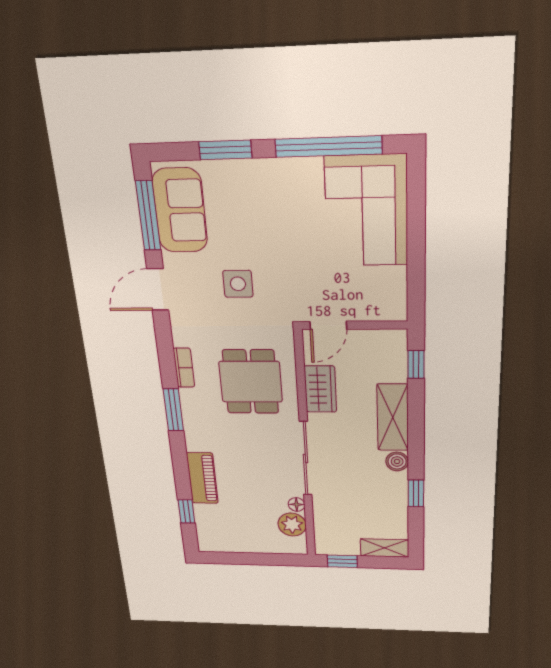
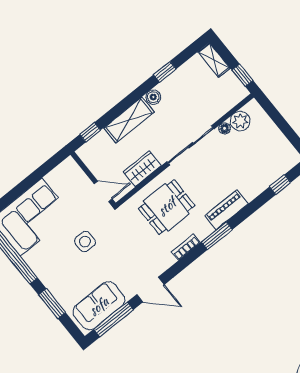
side table: (238, 284) -> (85, 242), moved
piano: (202, 478) -> (226, 210), moved

